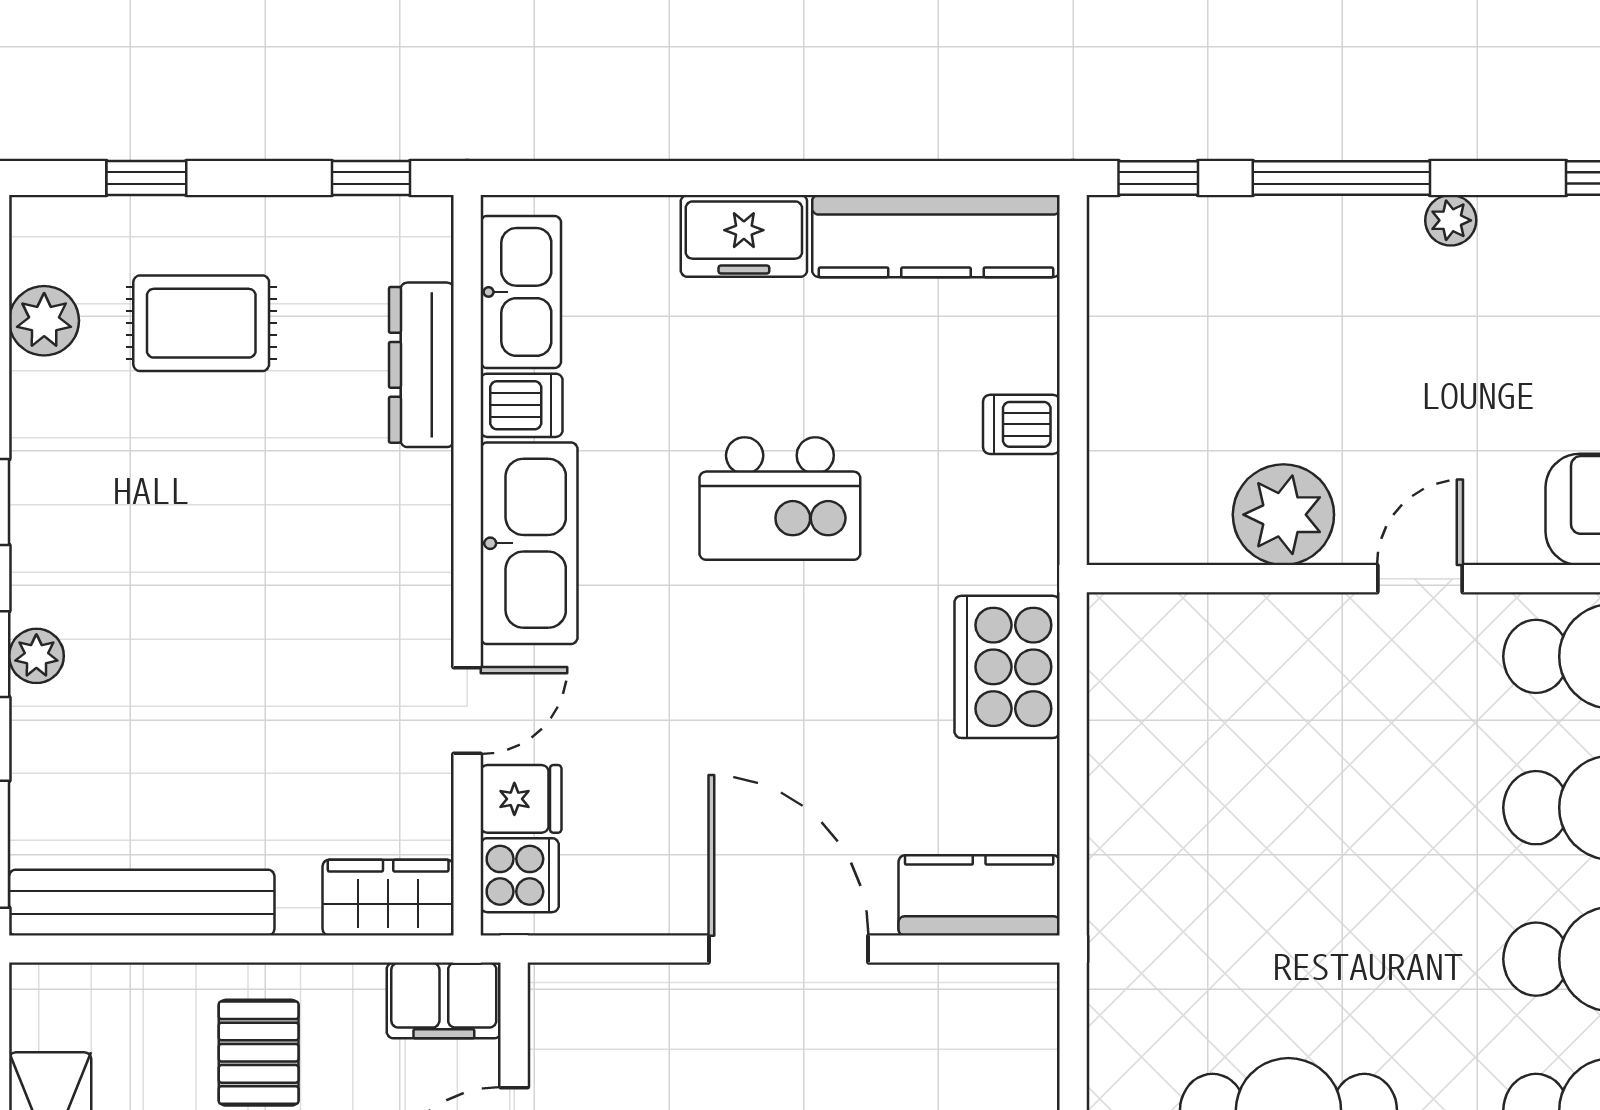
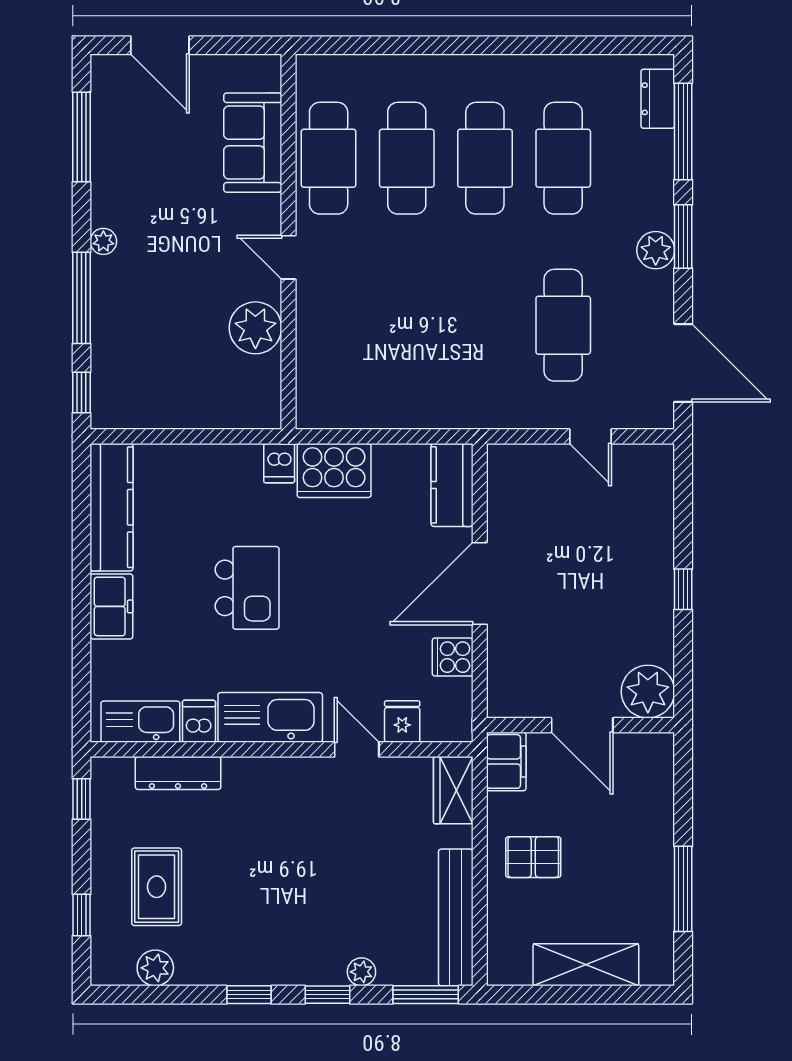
dishwasher: (1021, 424) -> (279, 463), moved
plant: (36, 656) -> (361, 972), moved
cooker: (520, 875) -> (453, 657), moved, turned -90

